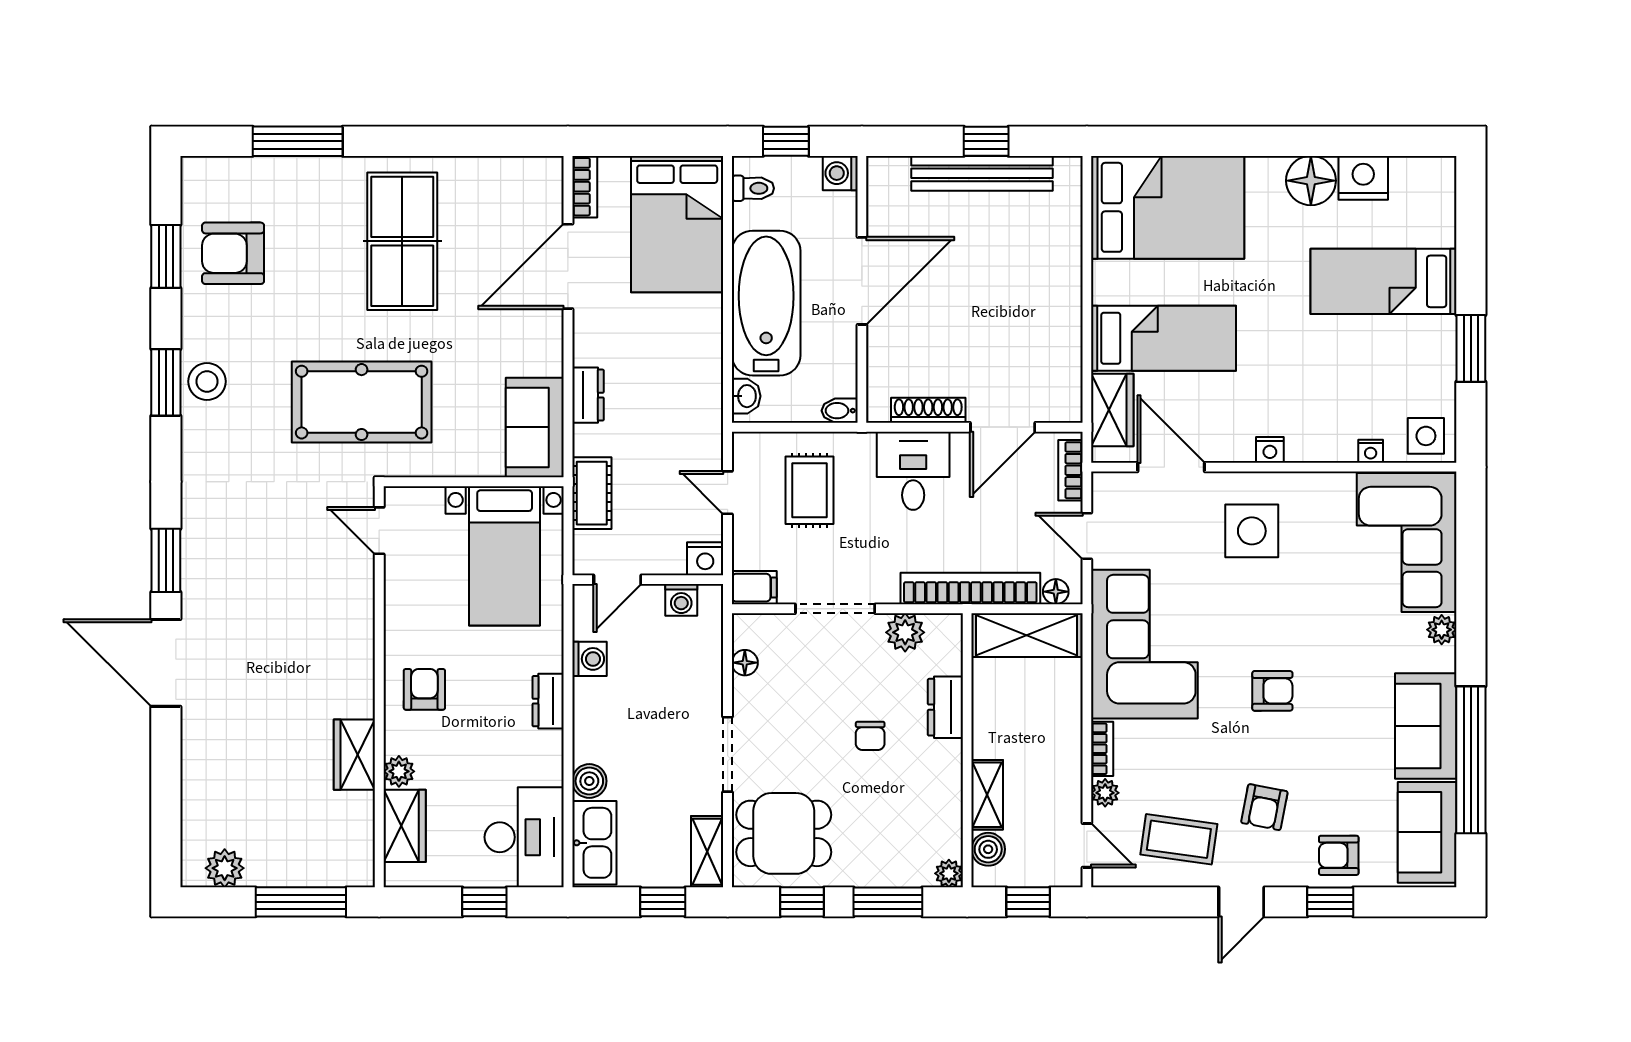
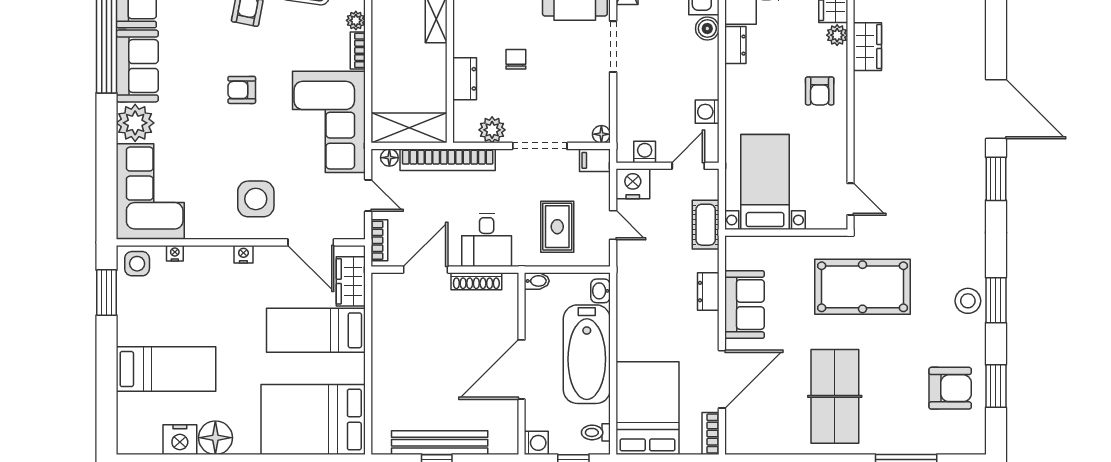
window: (1471, 348) -> (106, 293), moved
sofa: (535, 427) -> (744, 305), moved
nightstand: (705, 559) -> (633, 184), width x1.36, depth x1.33
plant: (1442, 630) -> (135, 123), width x1.88, depth x1.88
floor lamp: (745, 663) -> (601, 134), moved
dresser: (548, 701) -> (735, 45), moved

